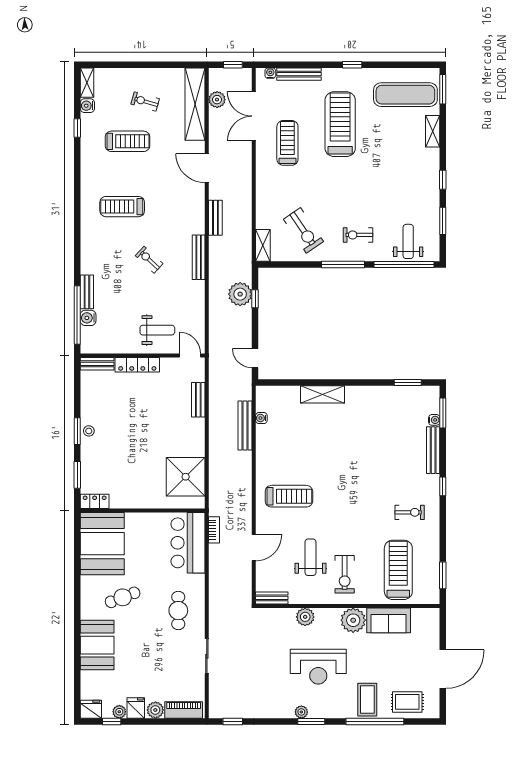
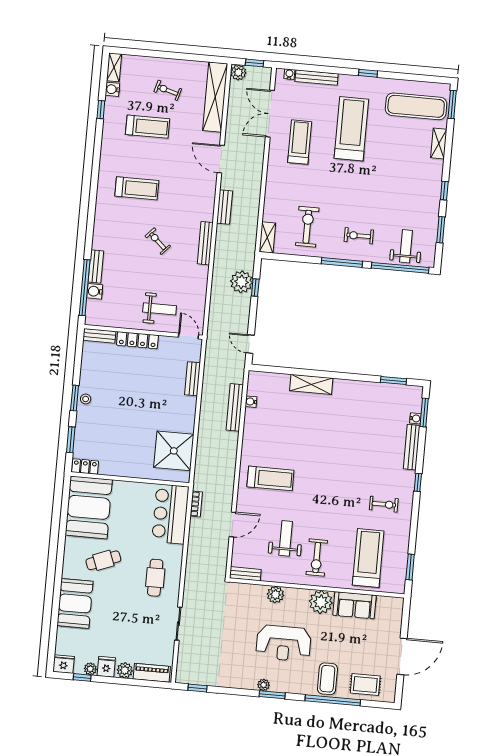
plant: (217, 100) -> (238, 72), moved
treadmill: (122, 207) -> (137, 188), turned 180
exercise bike: (303, 230) -> (307, 227), turned -146

